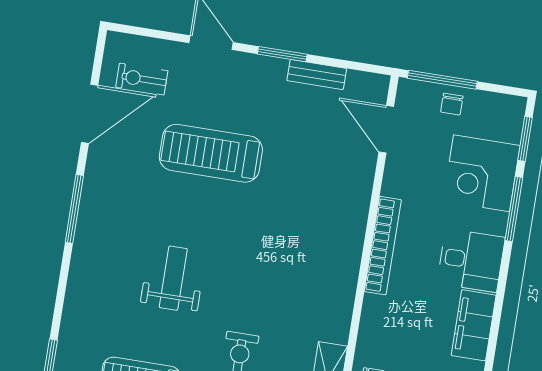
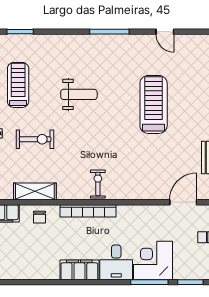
exercise bike: (142, 79) -> (98, 184), moved
door: (90, 114) -> (165, 32), width x0.53
corner desk: (482, 173) -> (153, 261), moved
bookcase: (383, 246) -> (88, 211), moved

